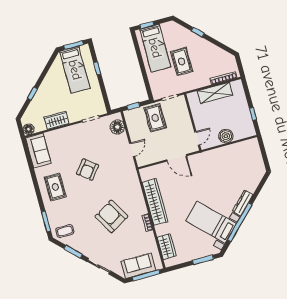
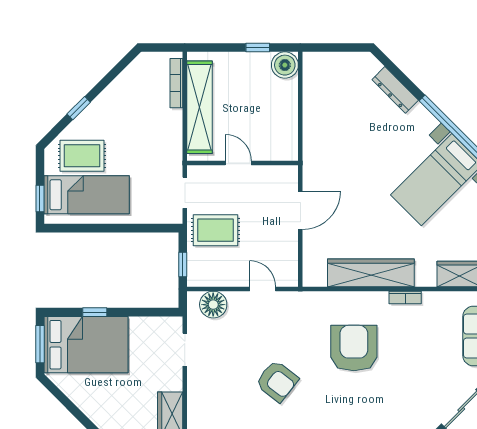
rug: (182, 61) -> (82, 156), moved
bed: (75, 70) -> (86, 345), width x1.50
shelving: (215, 93) -> (200, 107), width x1.47
boiler: (226, 136) -> (285, 65), moved
door: (197, 138) -> (238, 163), moved
dresser: (243, 203) -> (395, 90), moved
armchair: (111, 216) -> (354, 348), moved, turned 120

